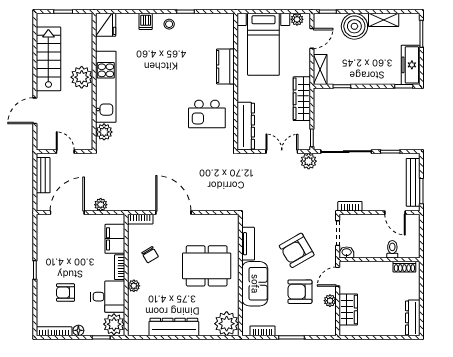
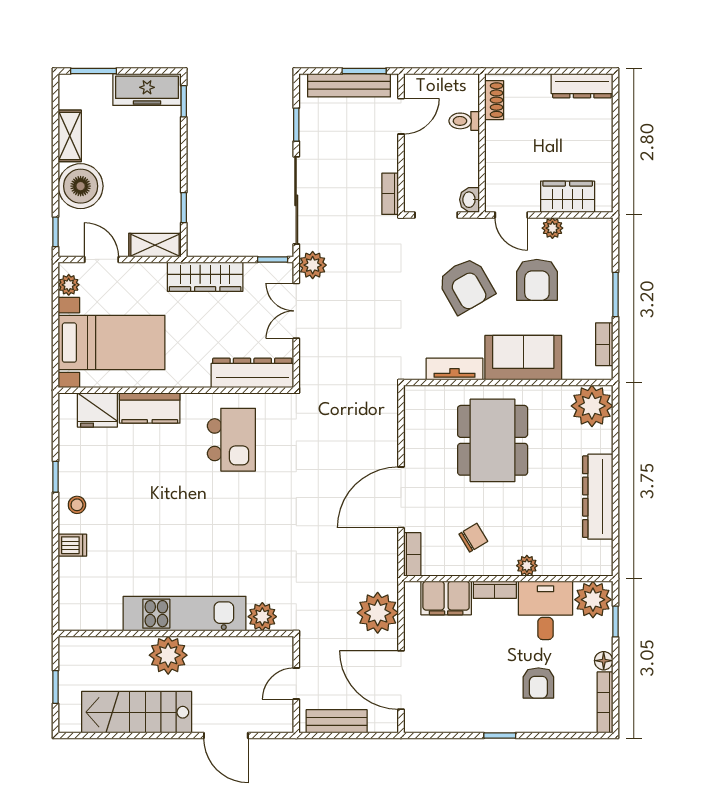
fridge: (106, 25) -> (97, 410), moved, turned 180
plant: (101, 205) -> (378, 613), width x1.87, depth x1.87

